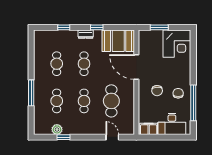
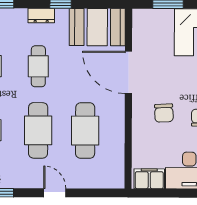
cafe table: (84, 101) -> (38, 130), width x1.37, depth x1.35
door: (112, 137) -> (55, 193), moved

